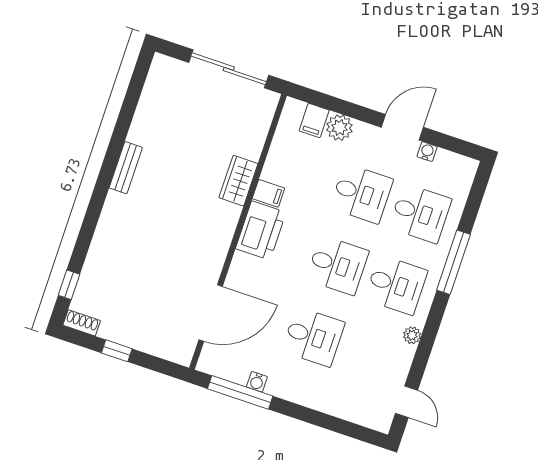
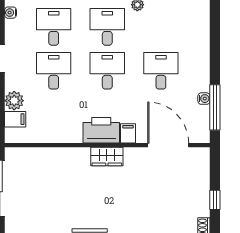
water cooler: (427, 152) -> (11, 13), moved
wardrobe: (238, 181) -> (107, 157), moved
filing cabinet: (268, 193) -> (128, 133), moved

